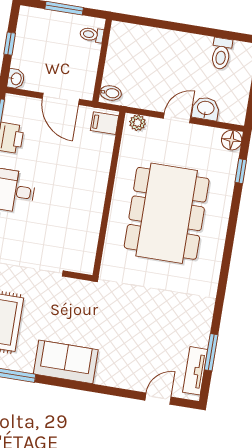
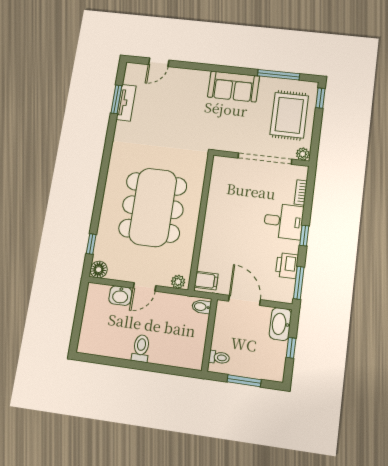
toilet: (221, 54) -> (141, 348), moved
washbasin: (16, 79) -> (280, 324), width x1.91, depth x1.45
tv unit: (195, 371) -> (126, 103), moved

